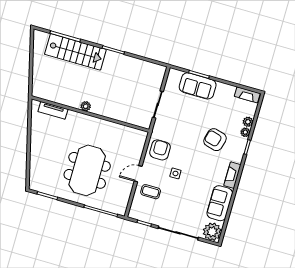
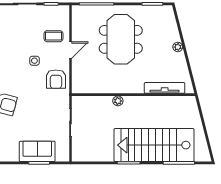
stairs: (75, 52) -> (154, 145), width x1.36, depth x1.51
plant: (86, 106) -> (118, 101), moved
tv unit: (53, 110) -> (165, 88), width x1.41
plant: (35, 147) -> (178, 47), added

